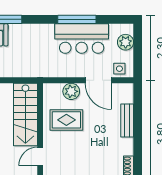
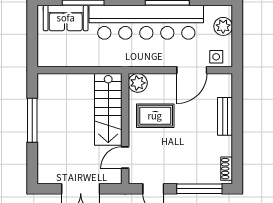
bar counter: (82, 39) -> (146, 22), width x1.86
door: (98, 80) -> (192, 70), hinge flipped
plant: (71, 91) -> (138, 83), moved

